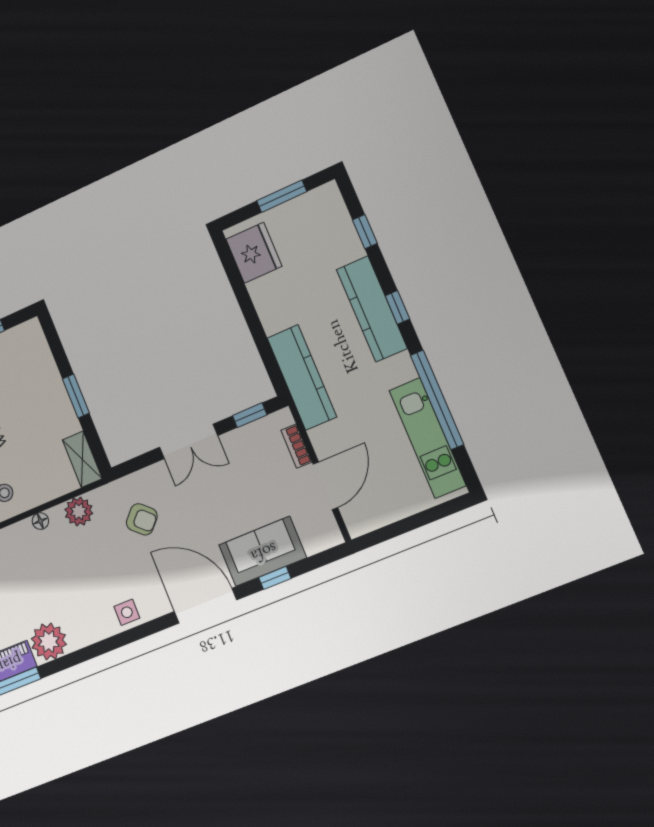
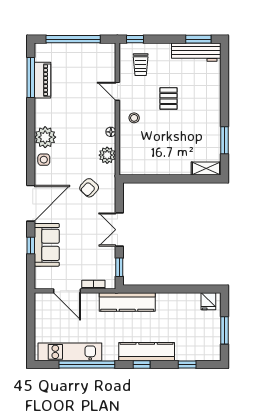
fridge: (254, 253) -> (208, 301), width x0.53, depth x0.75
window: (76, 396) -> (169, 179), removed
shelving: (82, 459) -> (206, 169), moved
plant: (49, 641) -> (45, 137), moved

